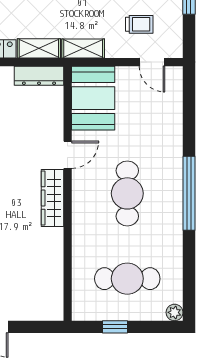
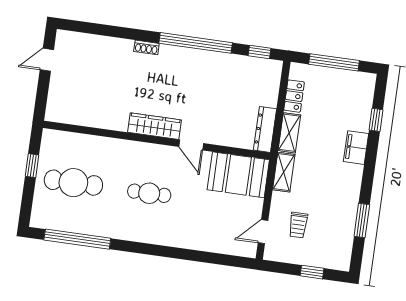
cafe table: (127, 193) -> (149, 193), width x0.73, depth x0.74
window: (189, 193) -> (77, 239), moved
cafe table: (127, 279) -> (73, 183), turned 90
plant: (175, 312) -> (37, 220), removed

